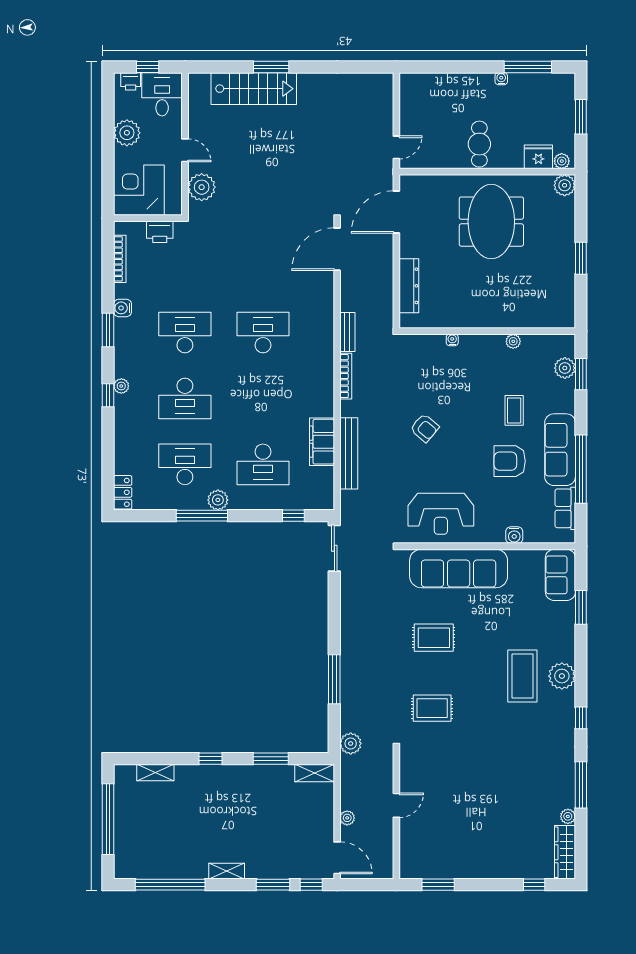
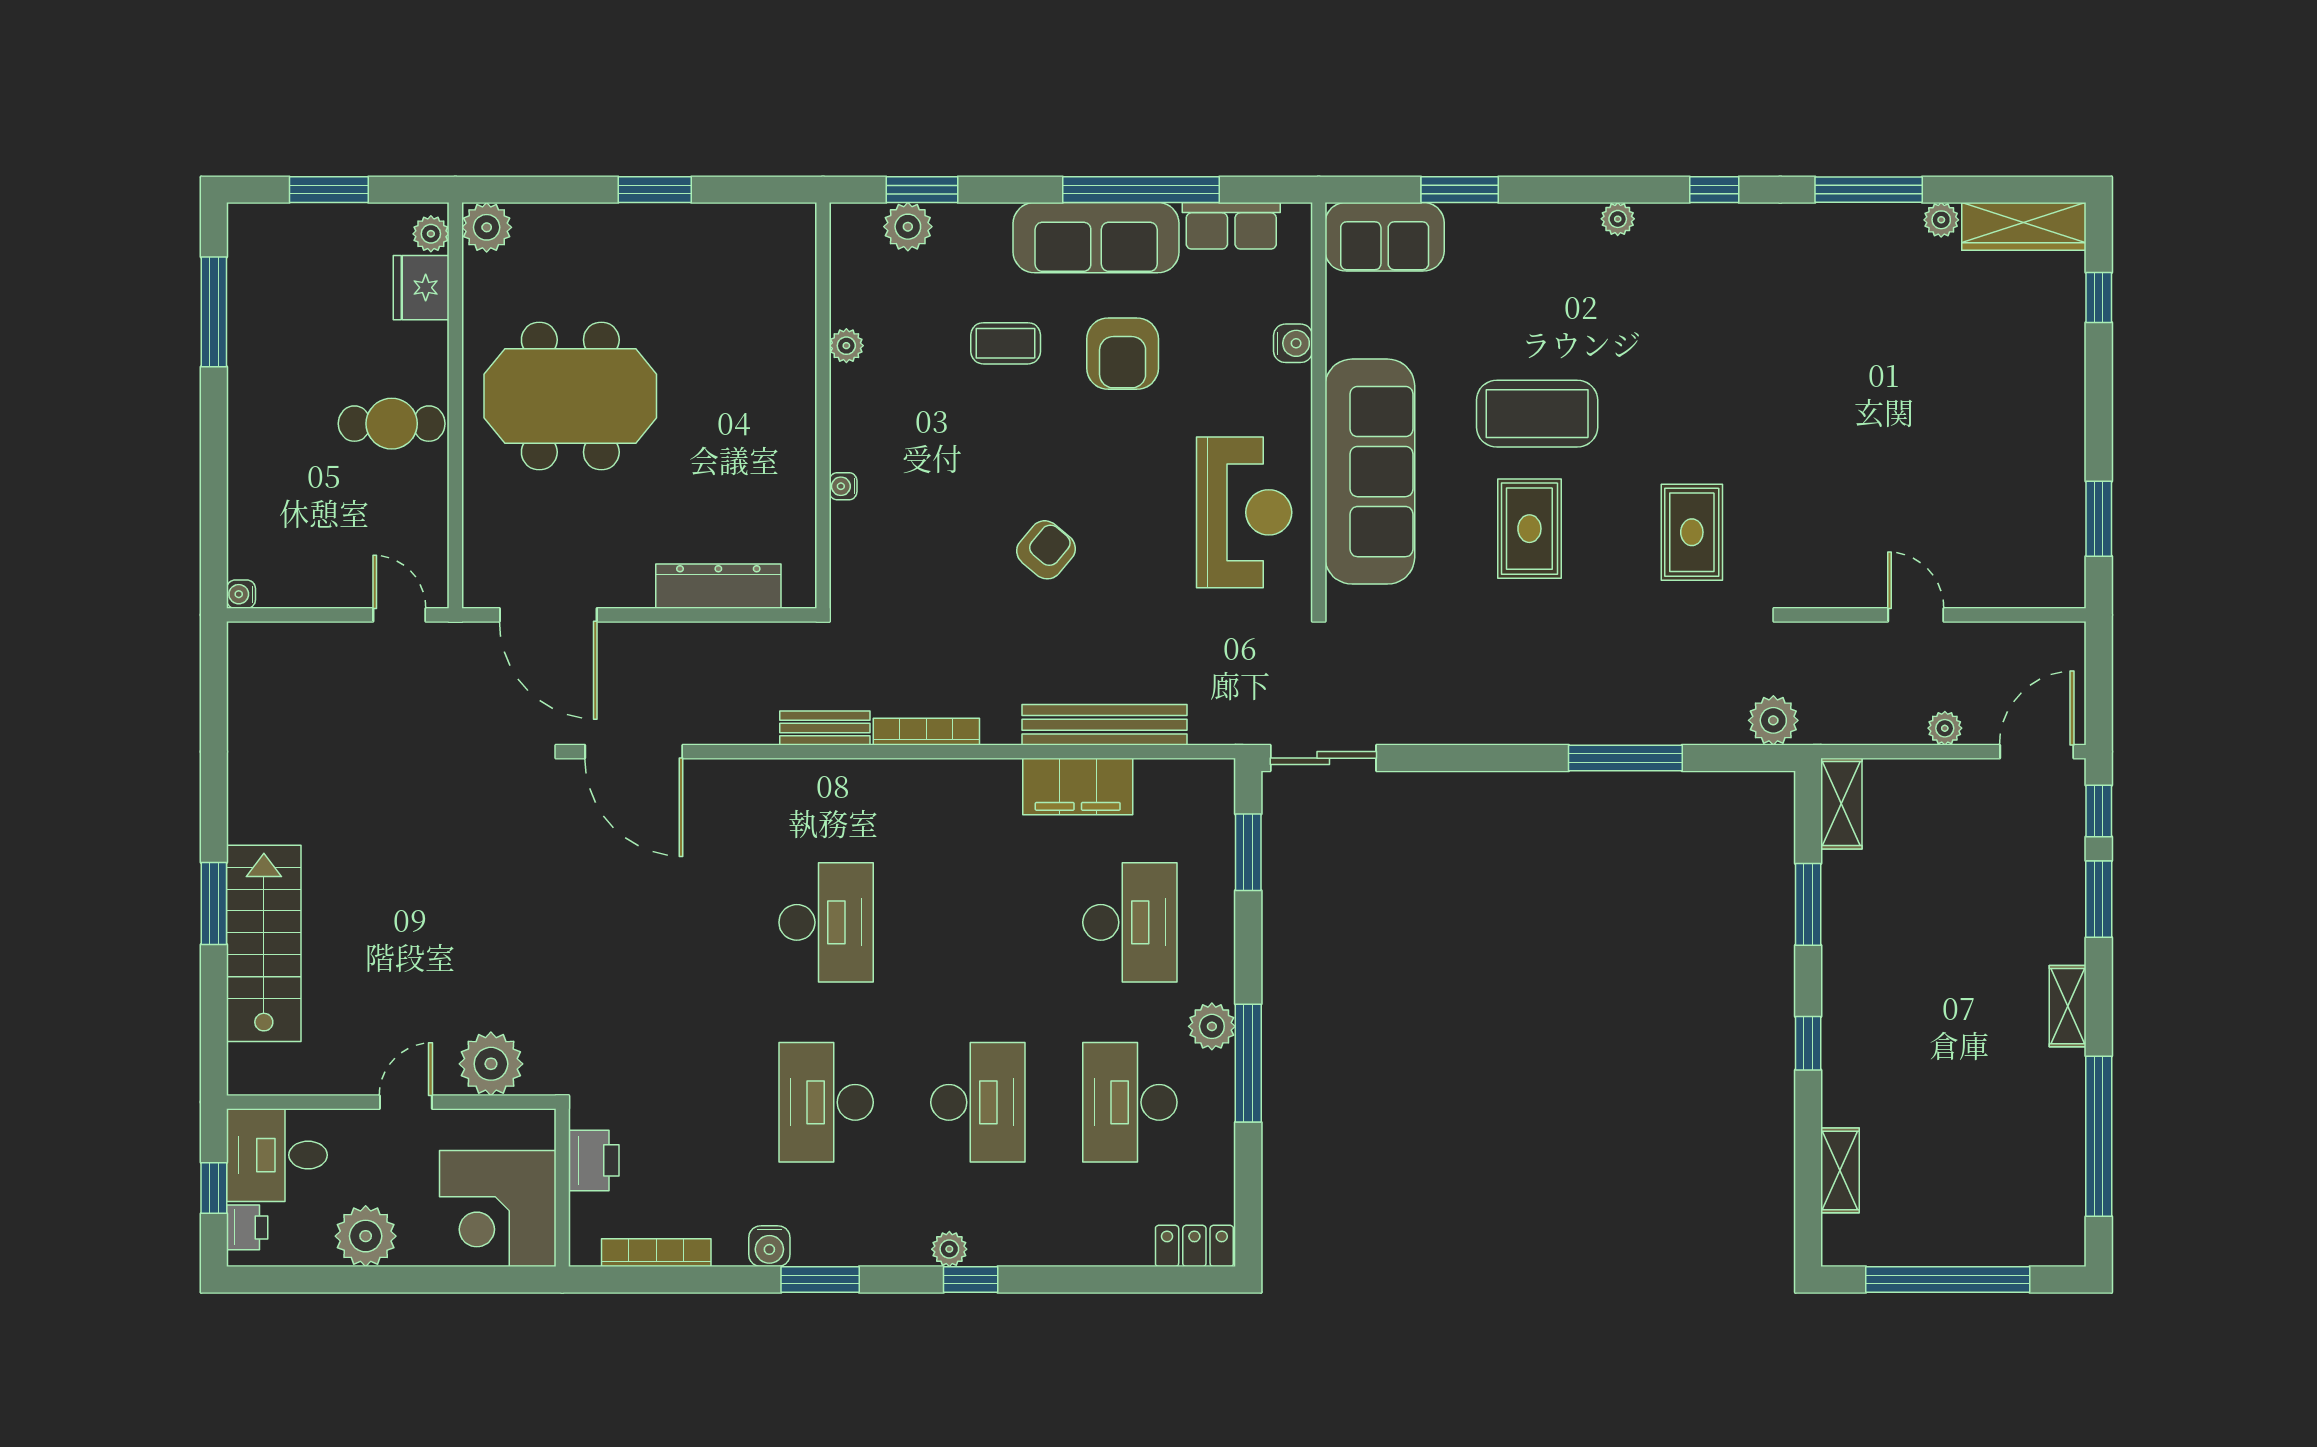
water cooler: (501, 79) -> (241, 594), moved
desk: (263, 333) -> (826, 922), turned 180
window: (293, 516) -> (1248, 852), width x1.50
coffee table: (522, 676) -> (1537, 414), moved
plant: (562, 676) -> (1618, 219), width x0.53, depth x0.53

